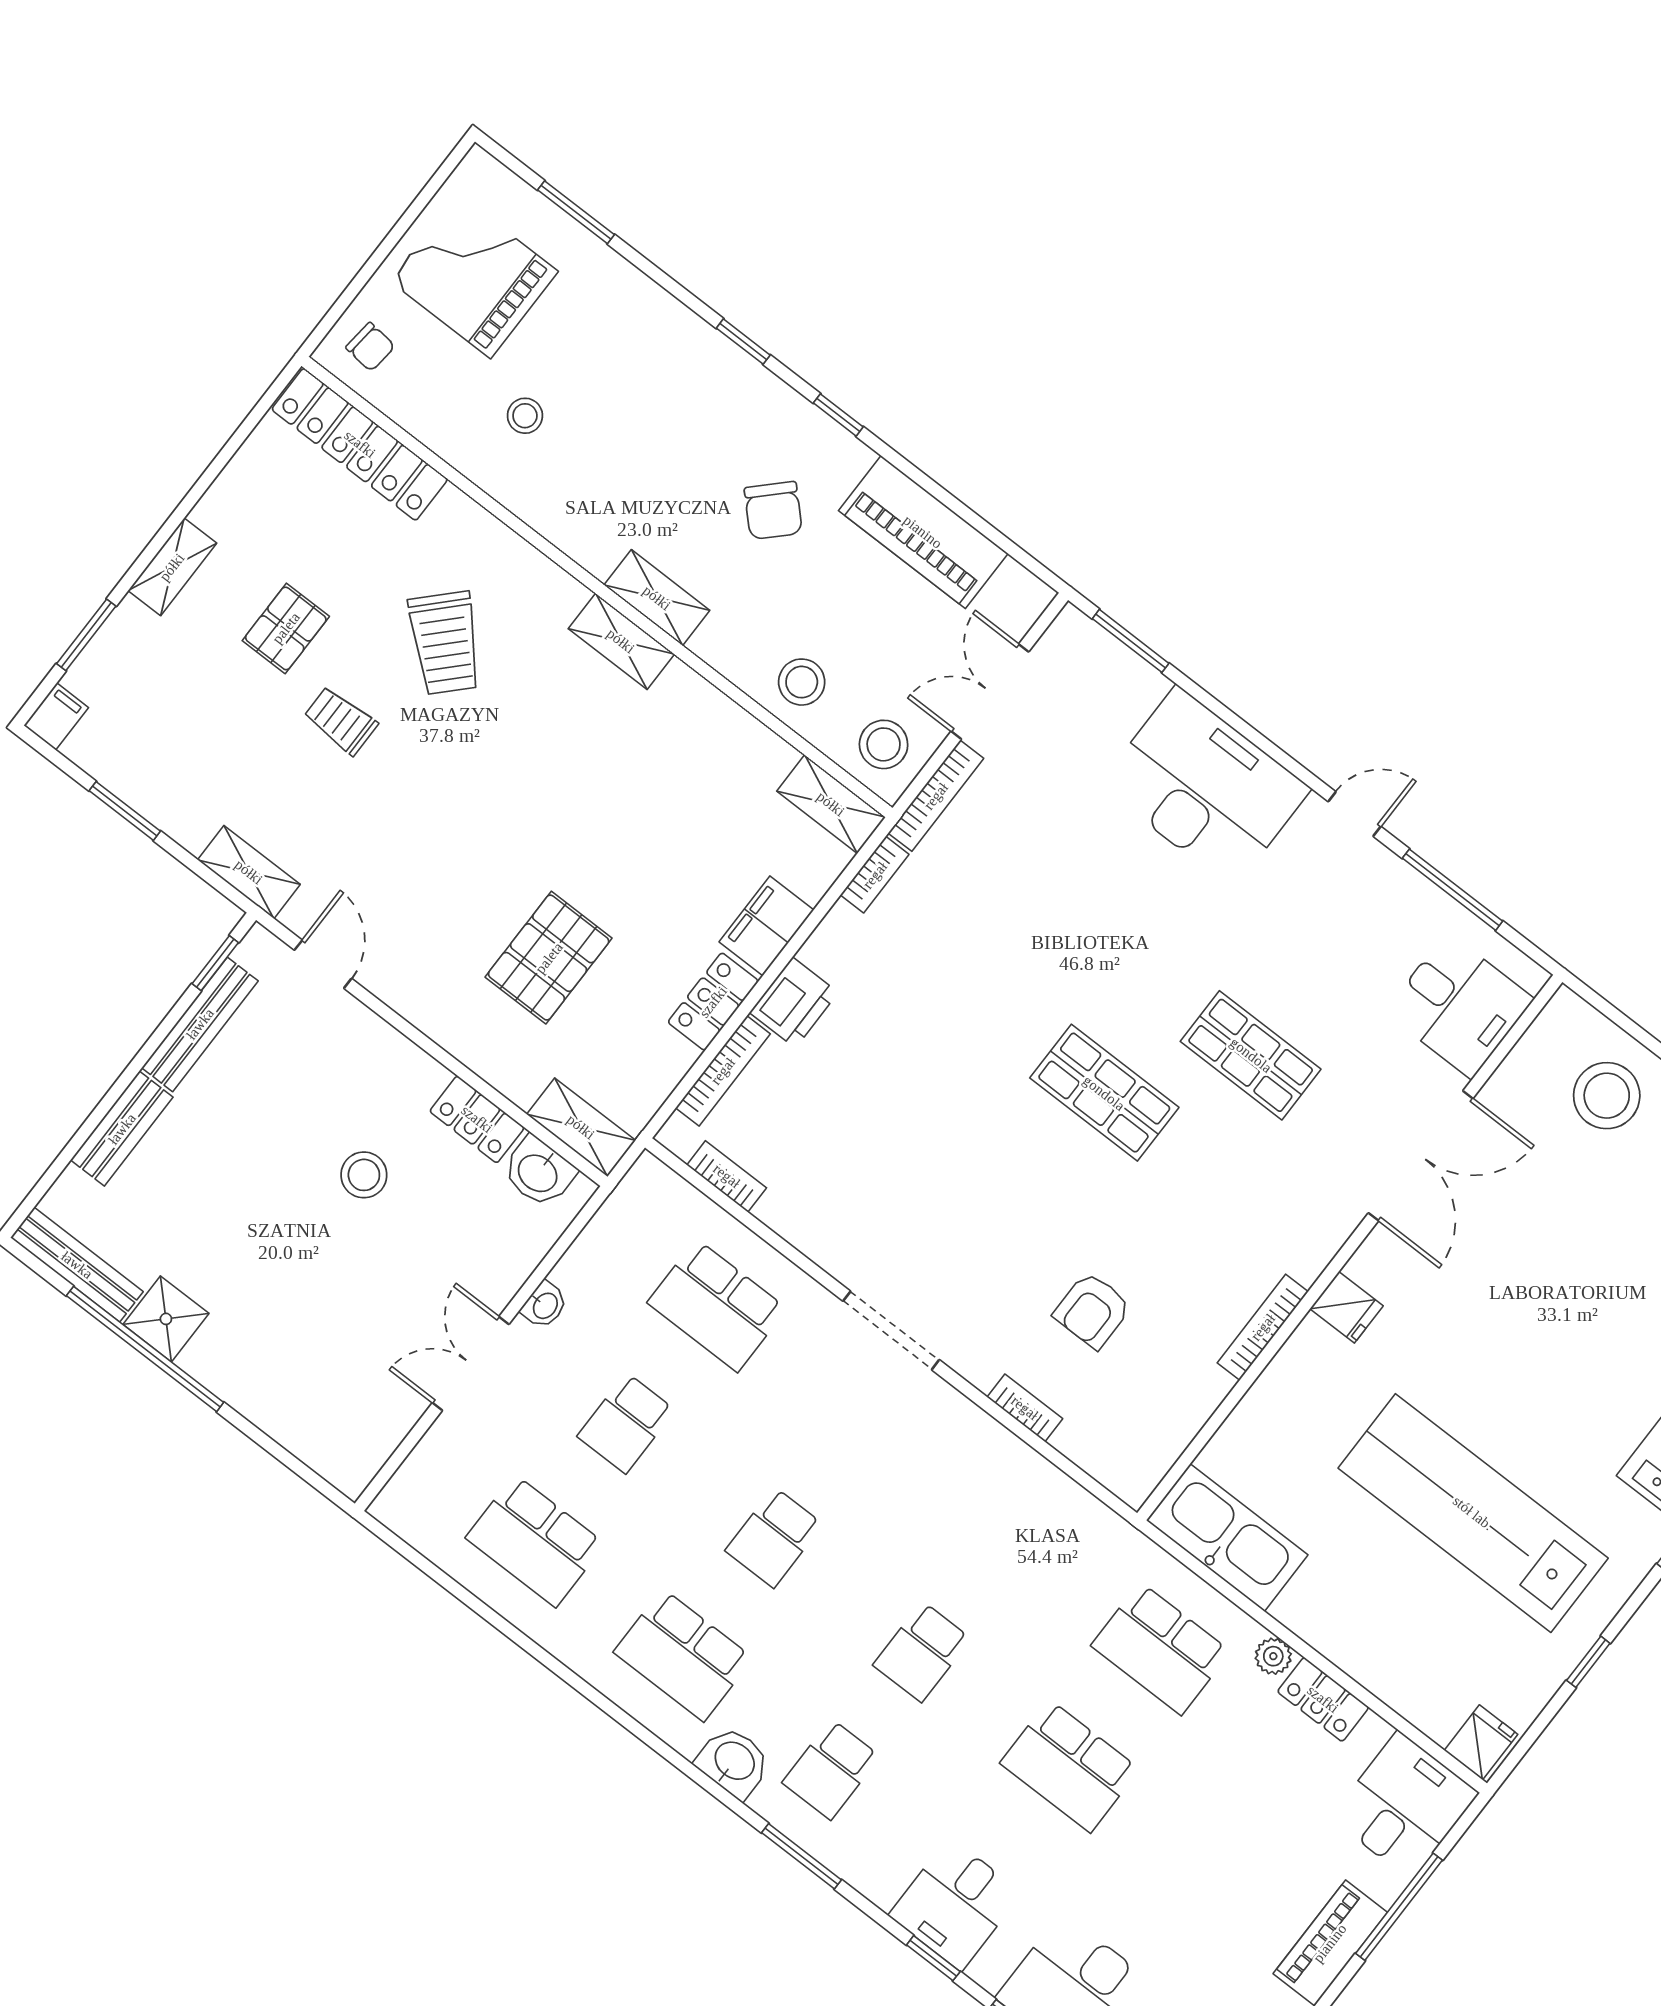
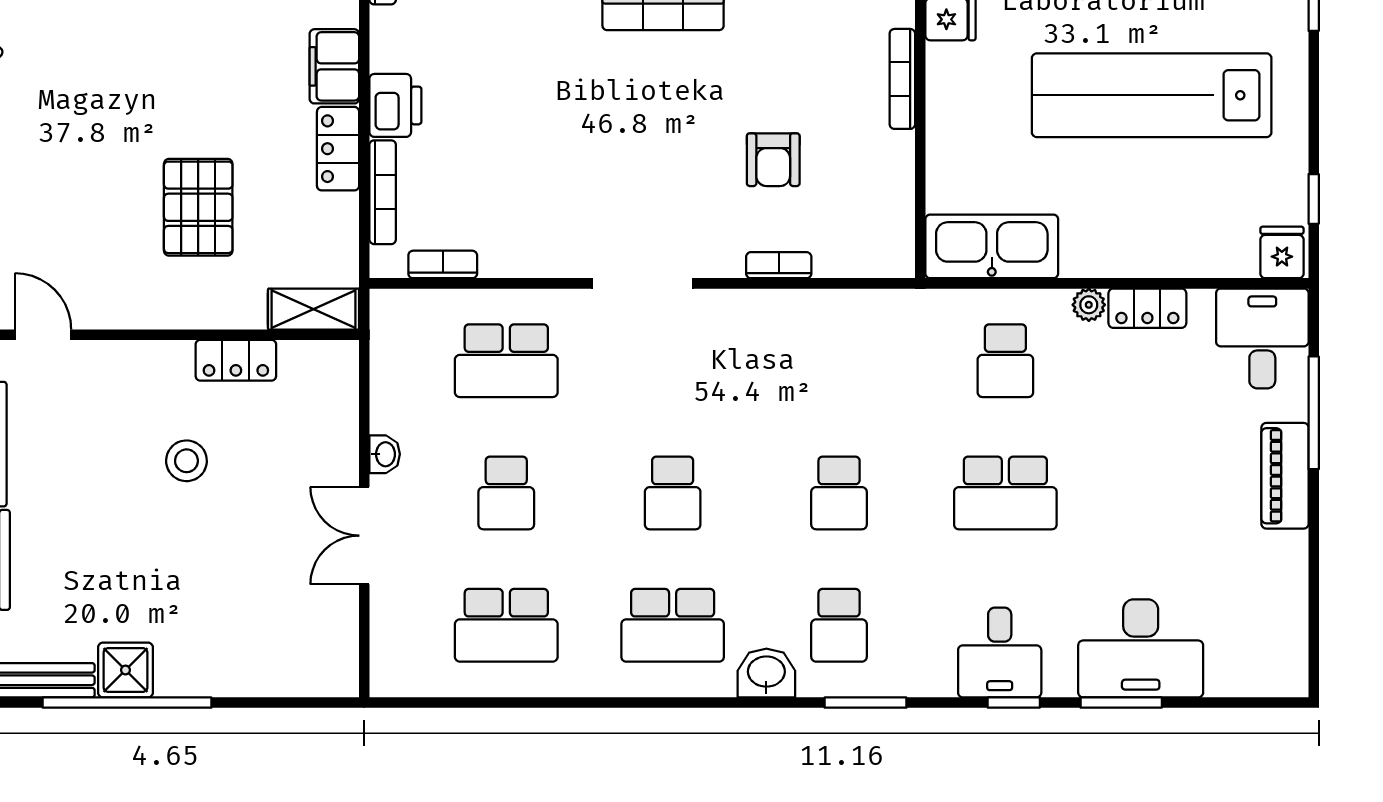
washbasin: (539, 1172) -> (308, 364), removed
school desk: (1161, 1649) -> (1005, 361), width x0.54
window: (1588, 1662) -> (1314, 199), moved

